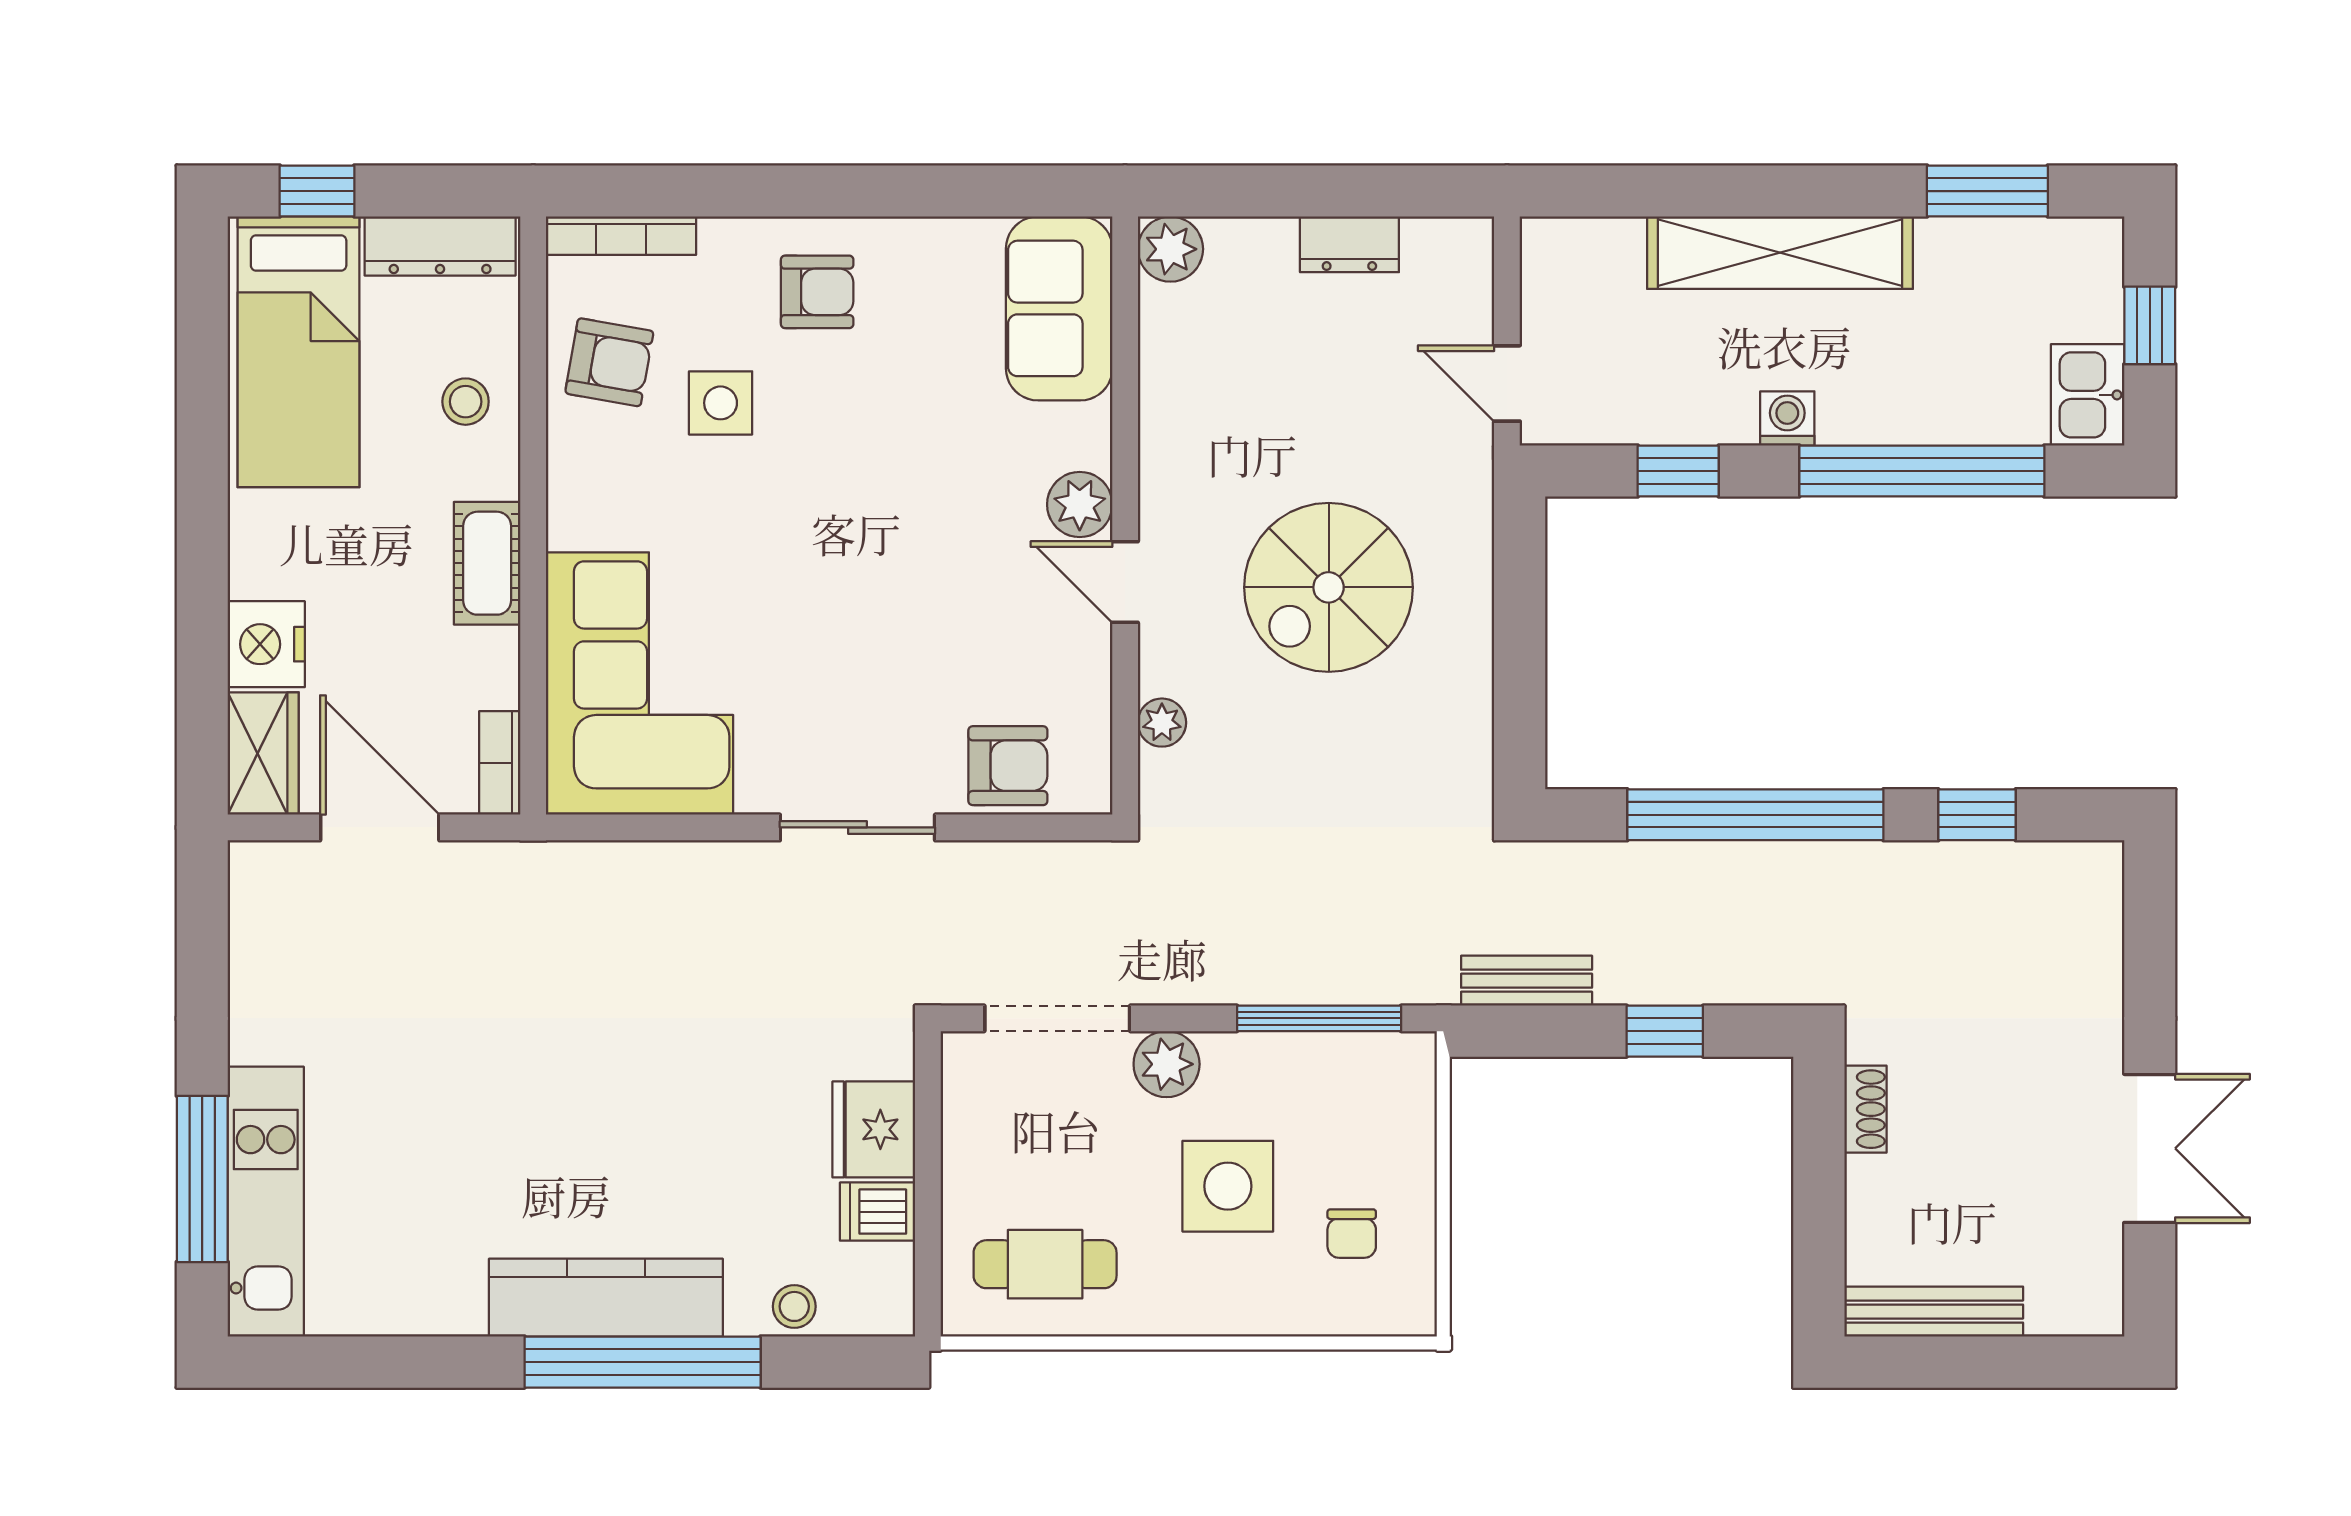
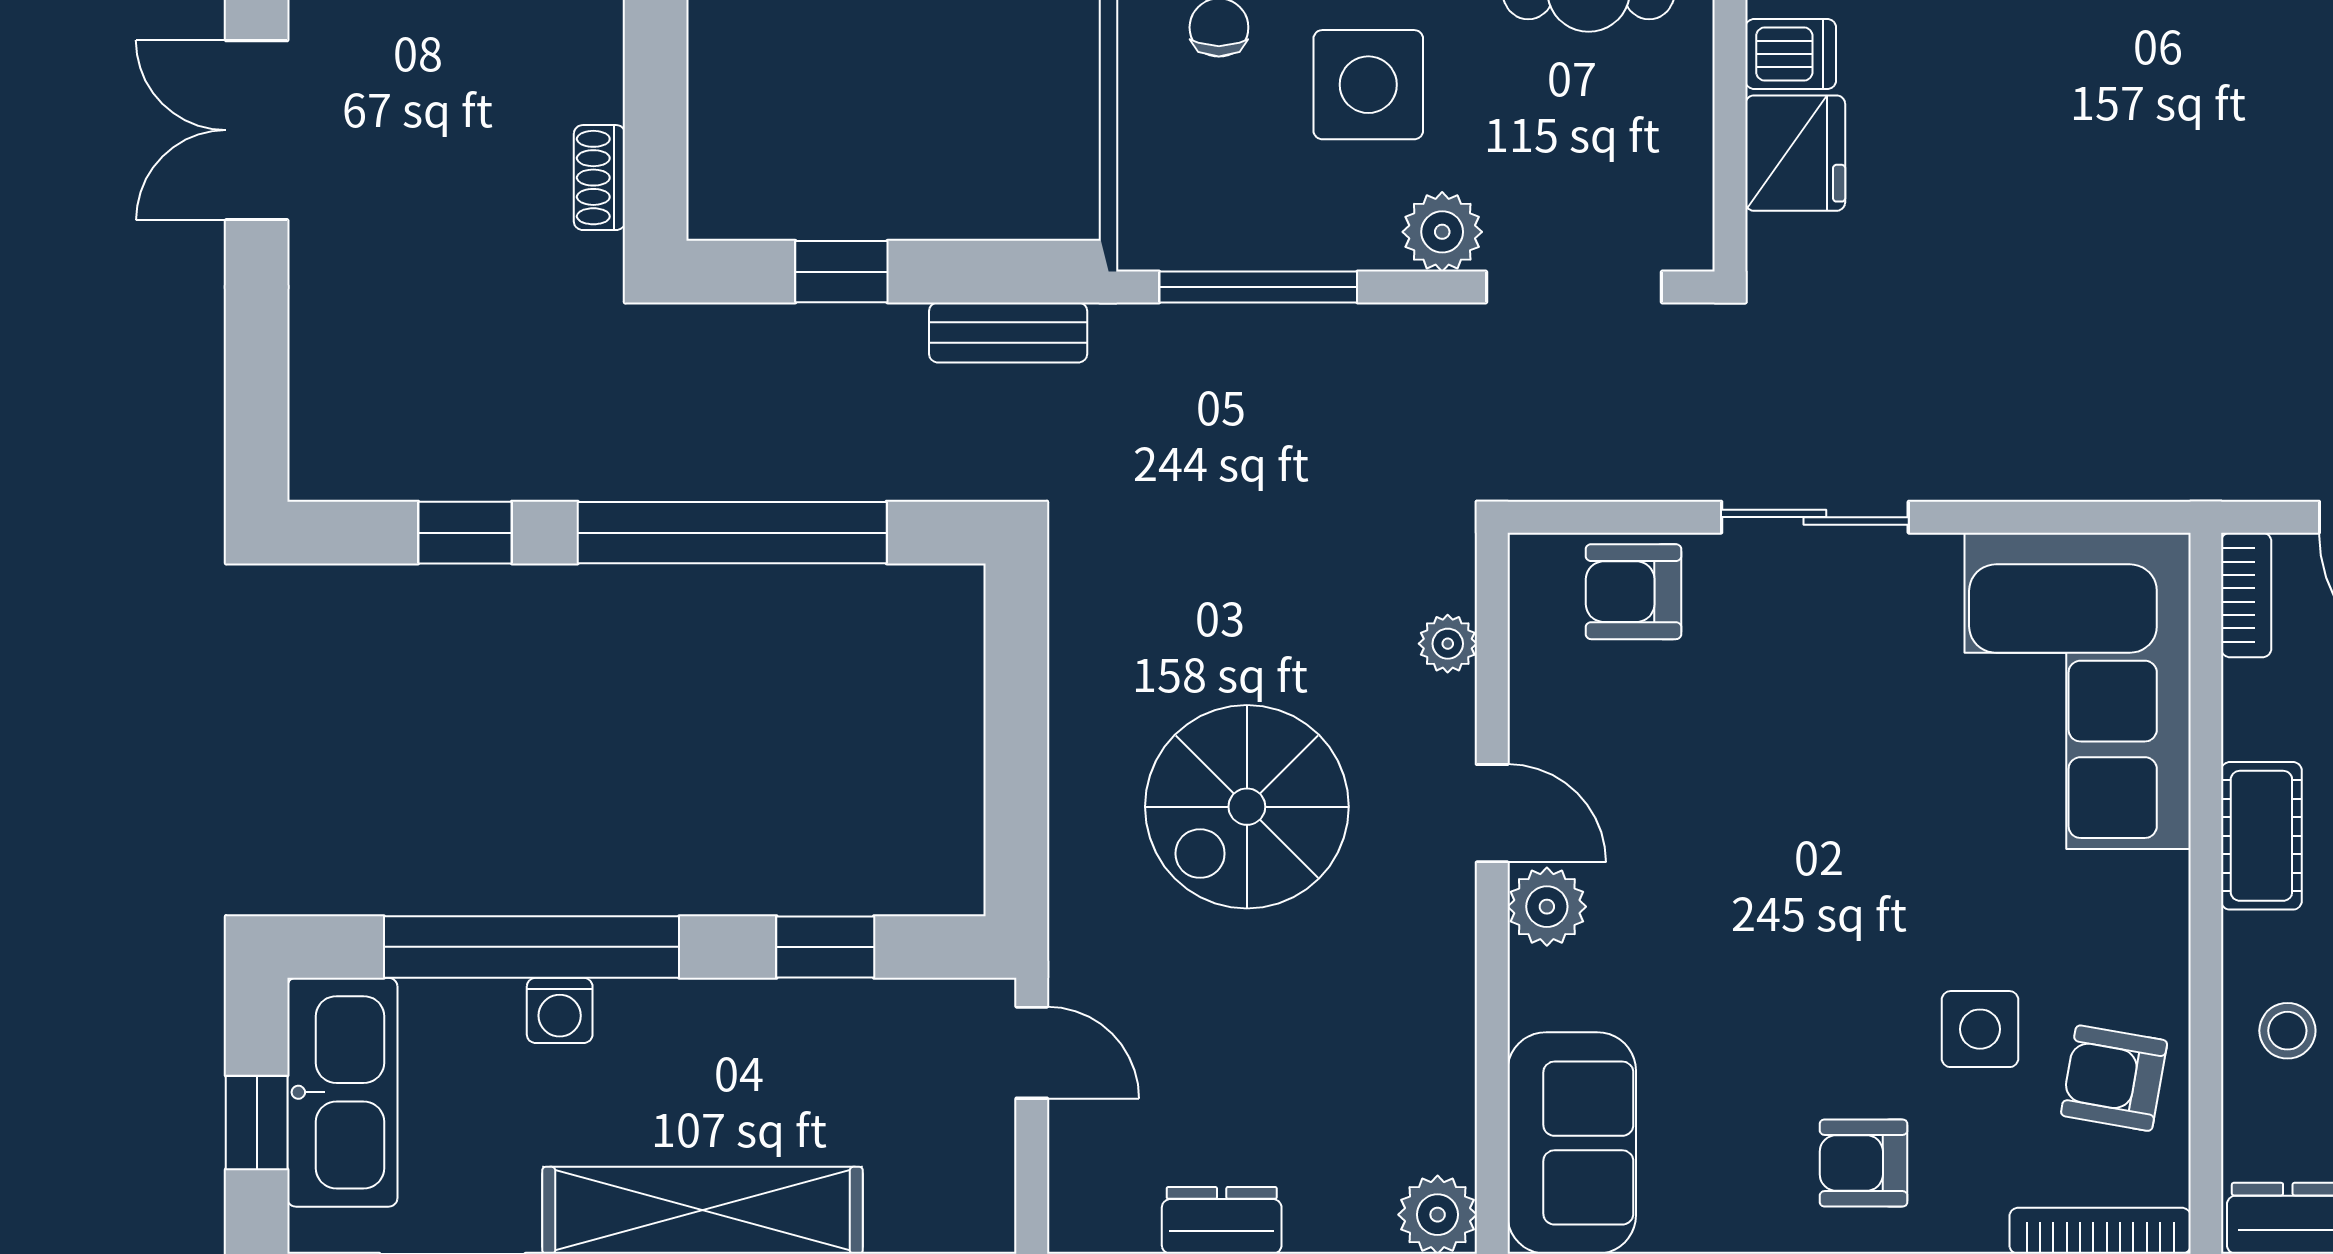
kitchen sink: (2088, 395) -> (342, 1092), width x1.88, depth x1.24
washing machine: (1787, 418) -> (560, 1010), moved
spiral stairs: (1329, 587) -> (1247, 807), turned 180

